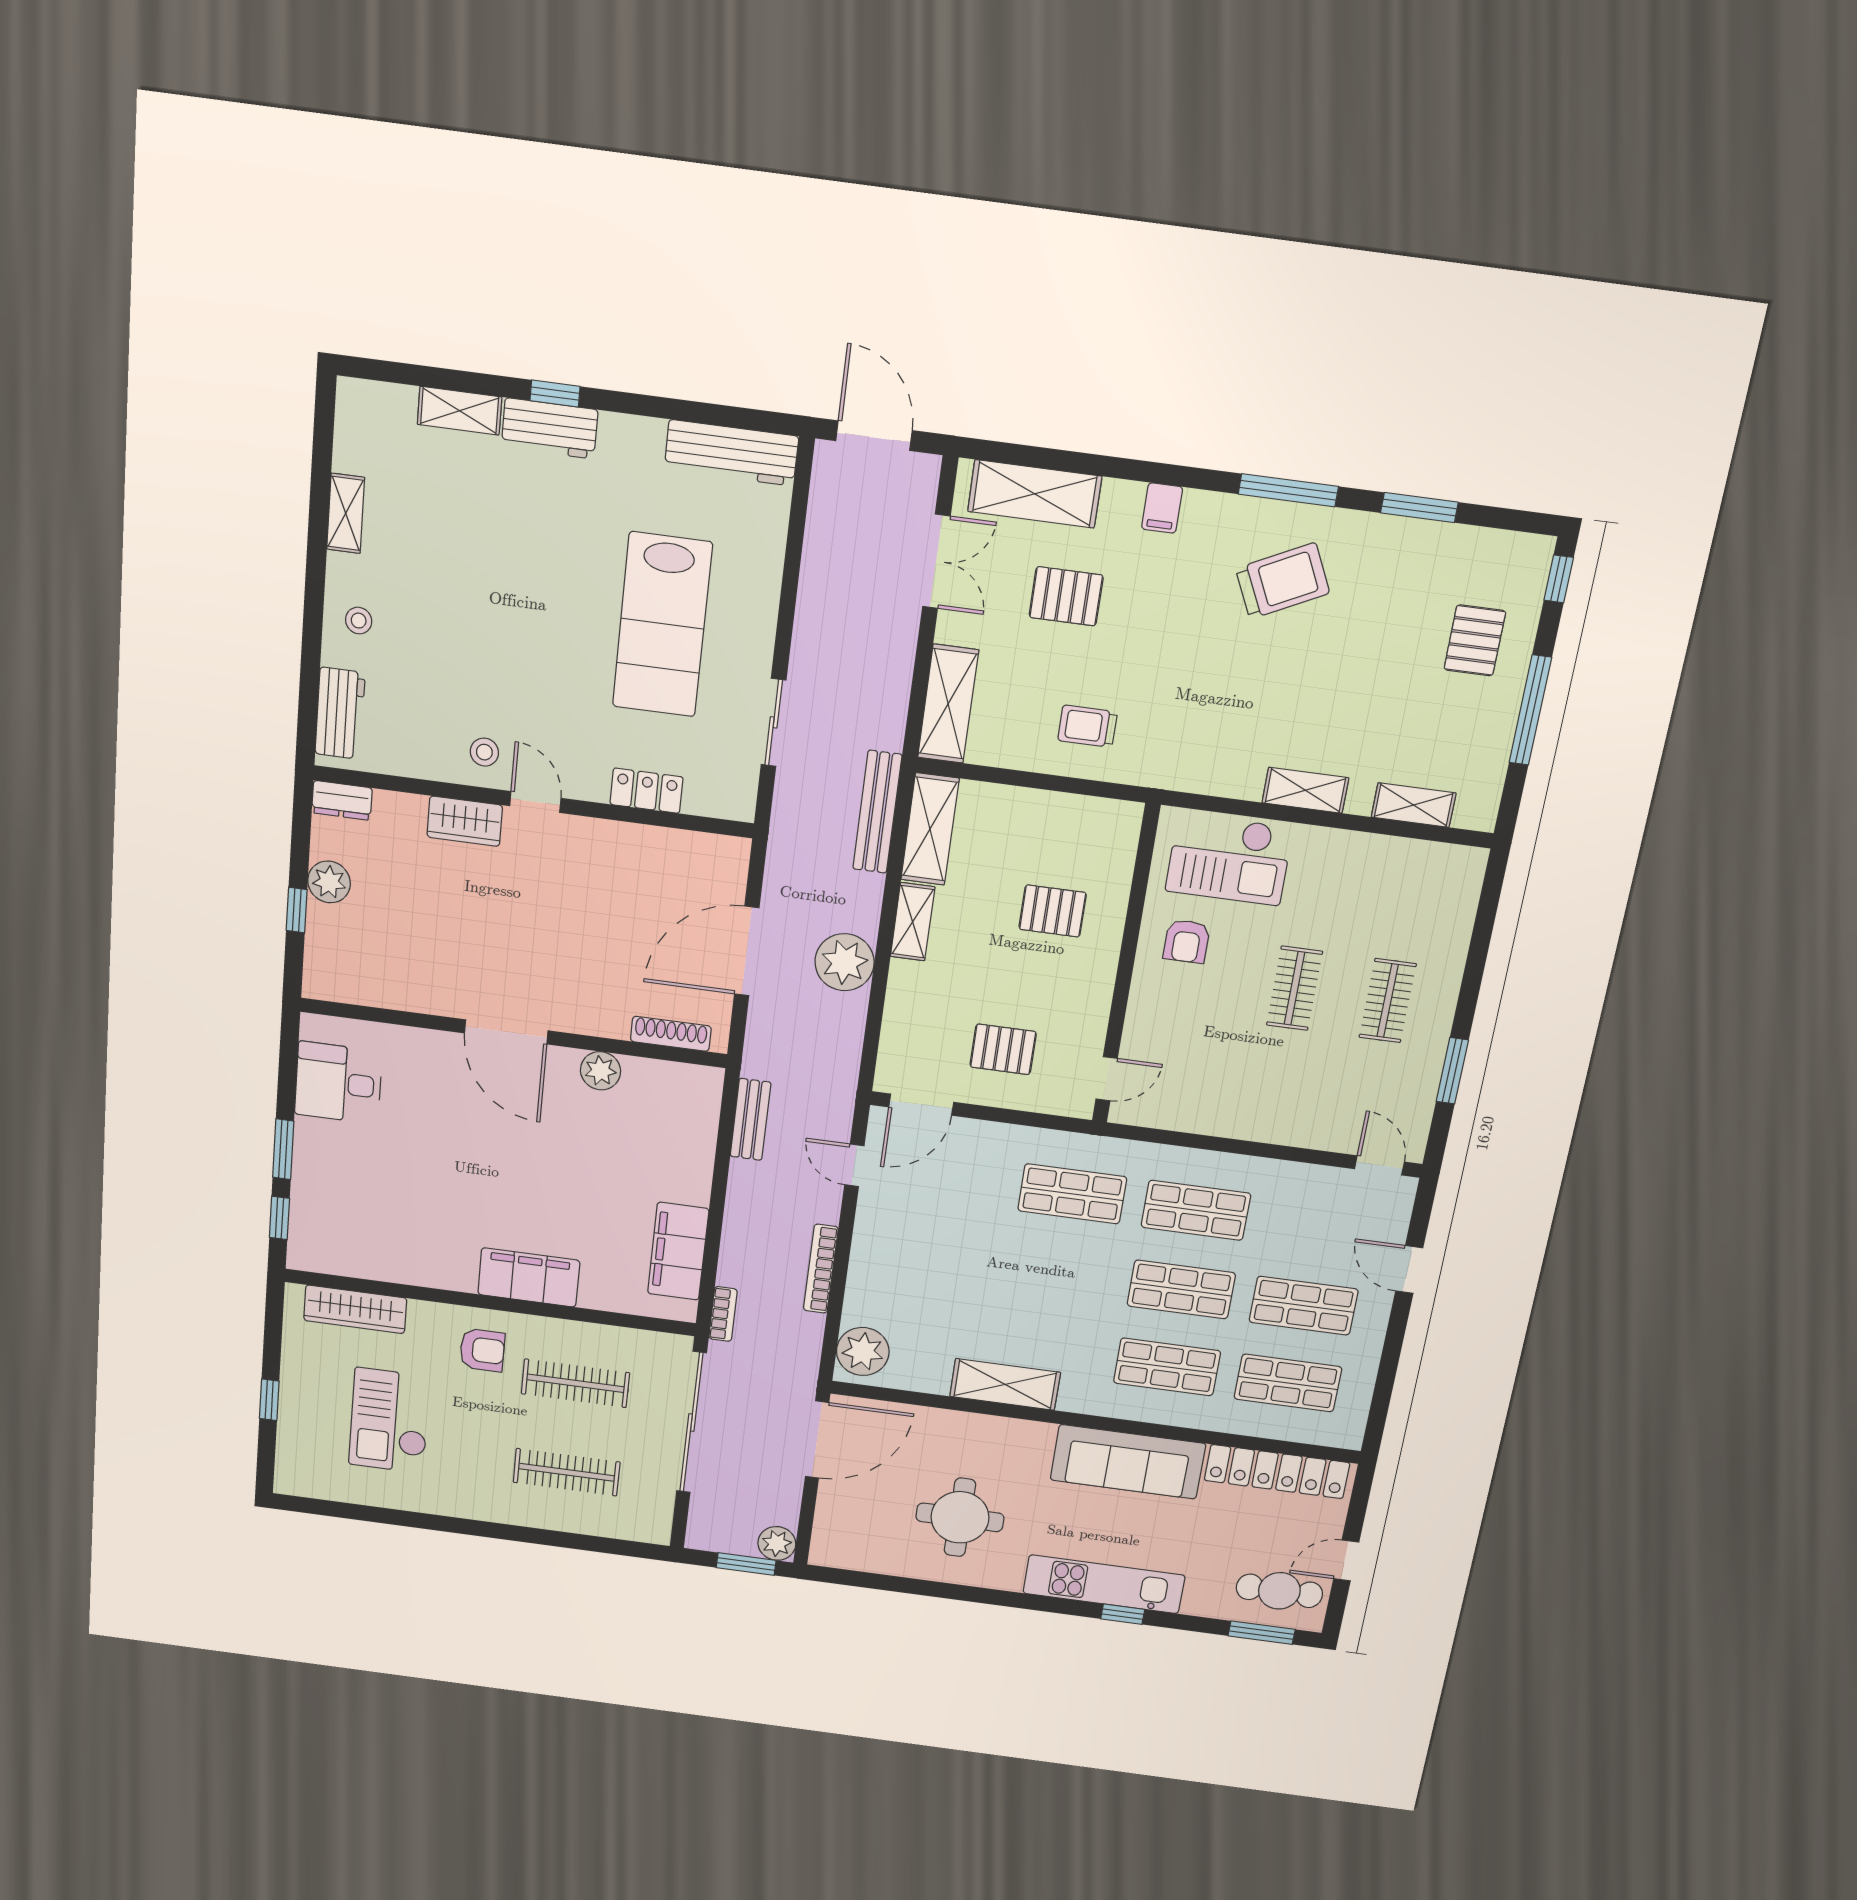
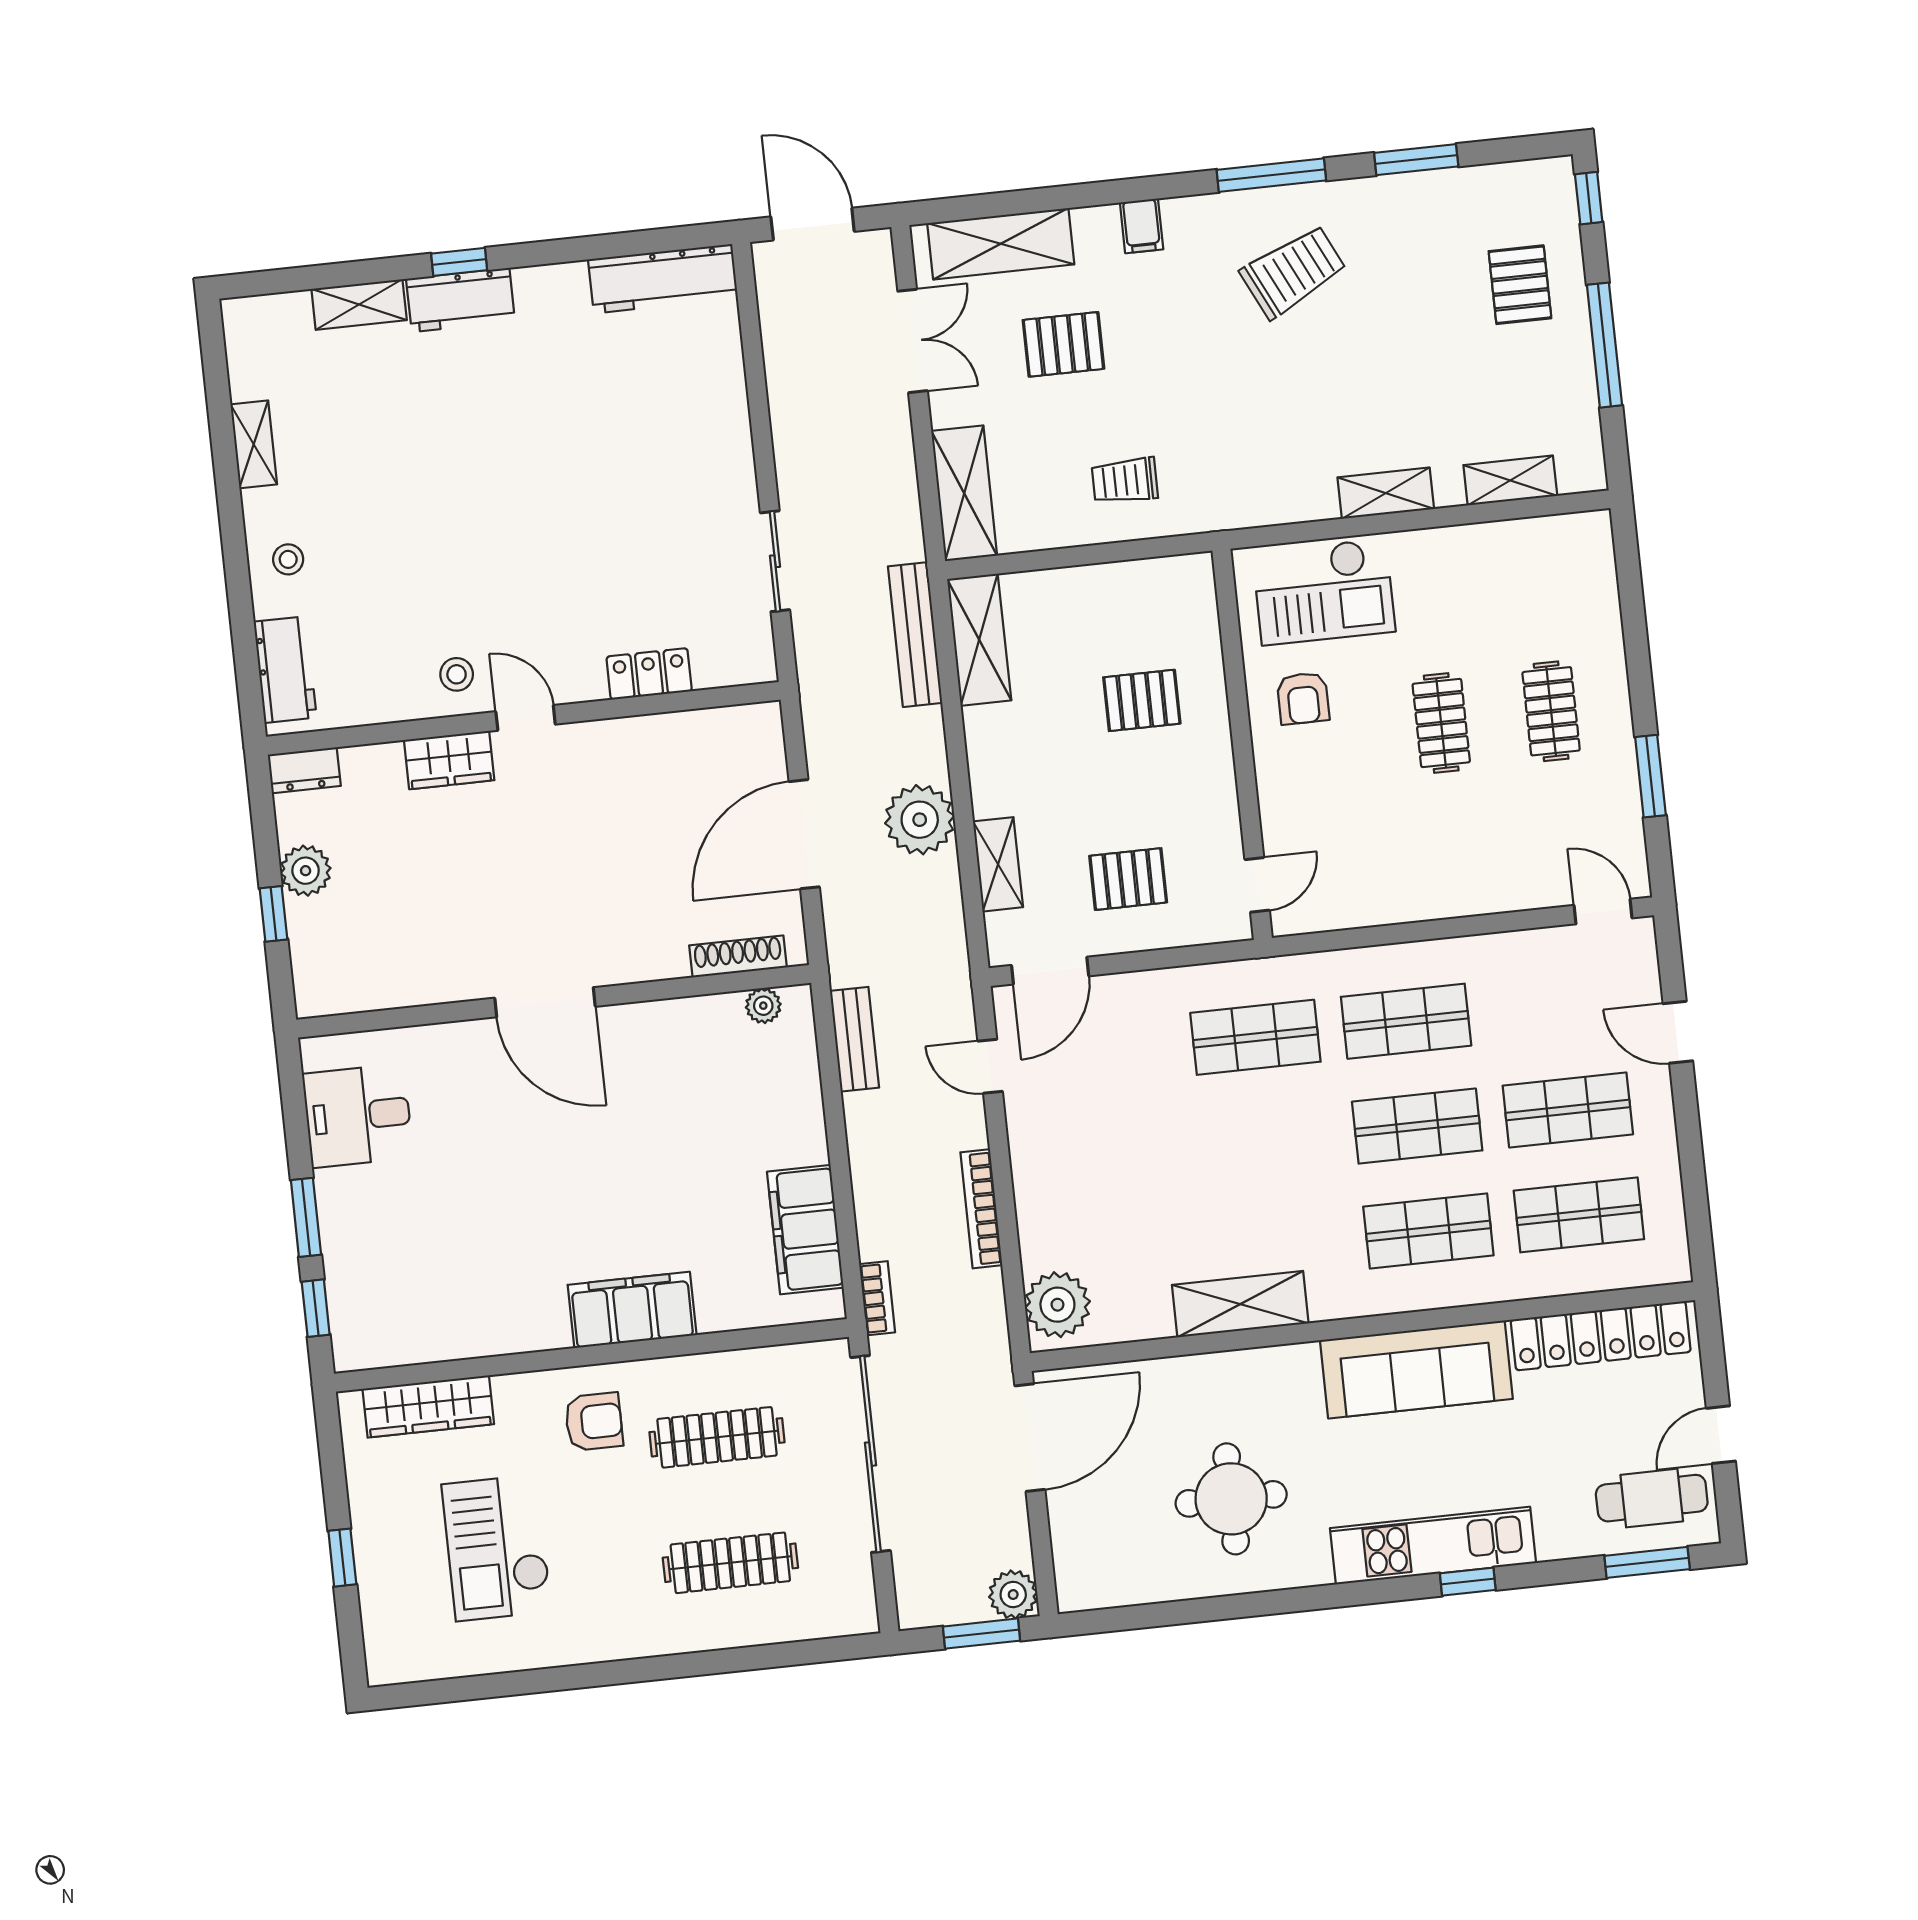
lab bench: (662, 625) -> (627, 483), removed
shelving: (913, 922) -> (998, 864), moved
plant: (600, 1071) -> (763, 1006), moved, width x0.73, depth x0.73

